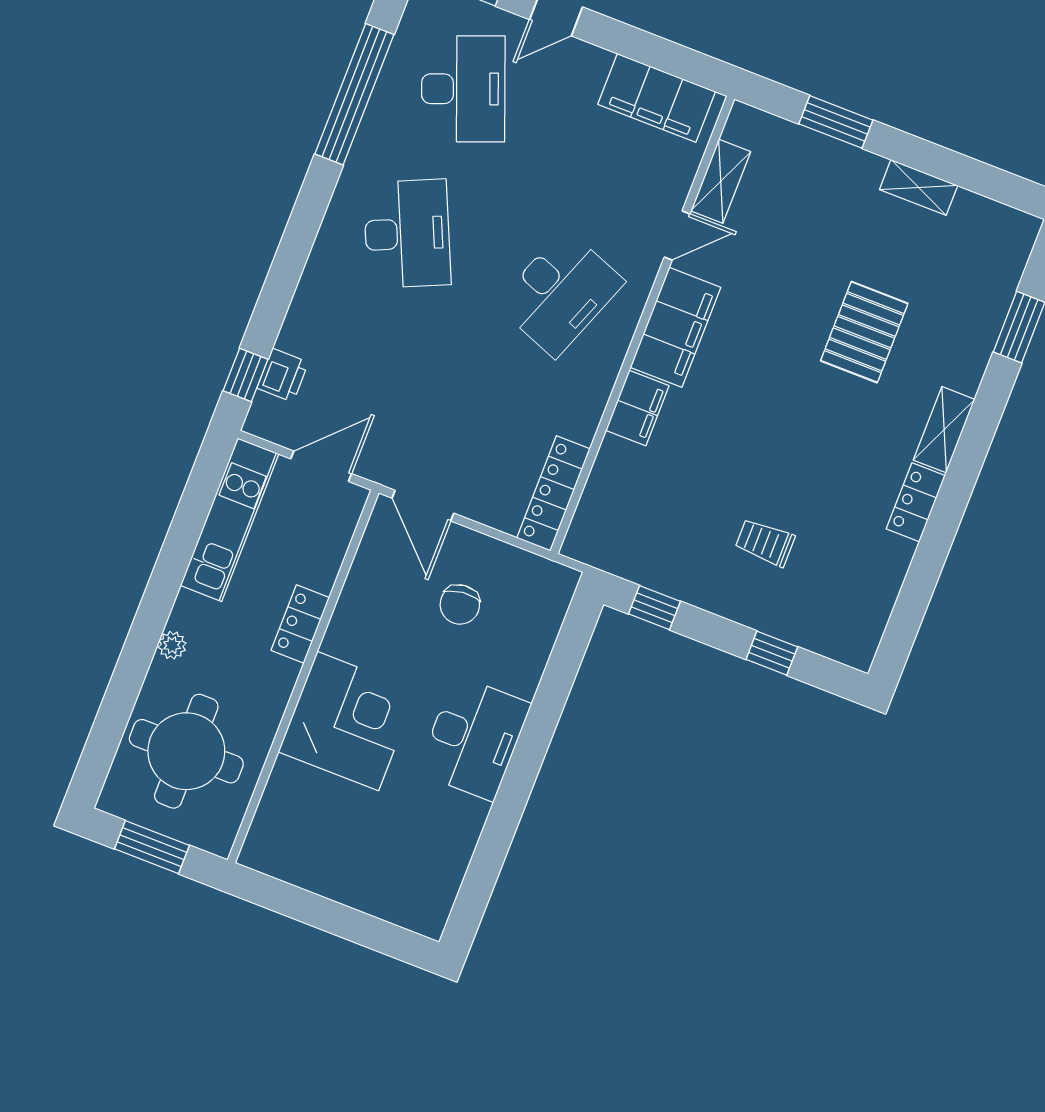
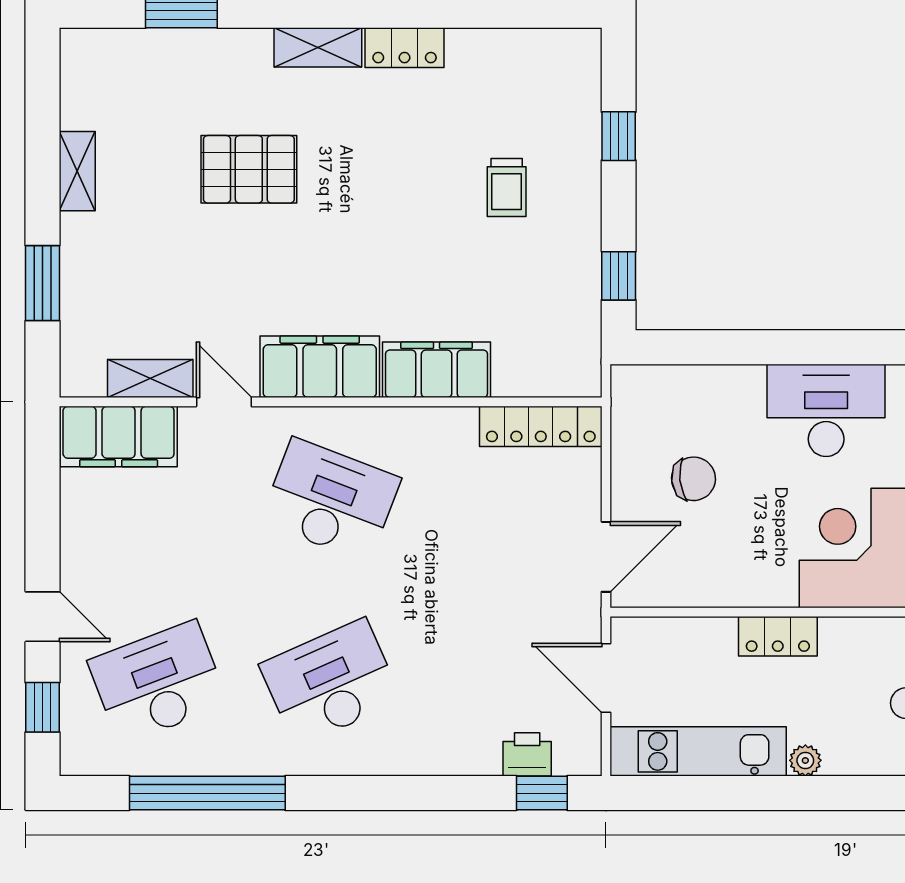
filing cabinet: (657, 98) -> (119, 437), moved, turned 90
filing cabinet: (637, 408) -> (437, 370), width x1.50, depth x1.17
plant: (172, 645) -> (805, 760), moved

